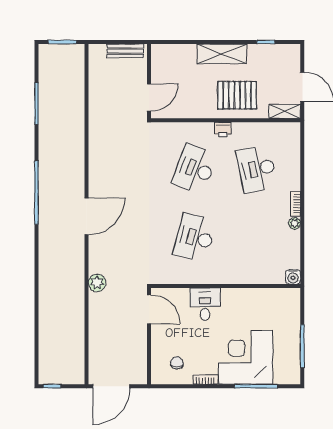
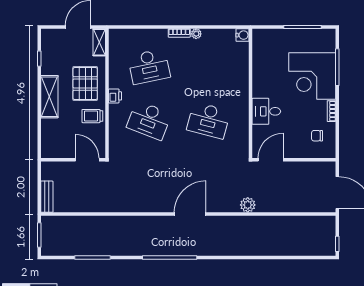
bench: (125, 51) -> (47, 197), moved
trolley: (200, 104) -> (92, 116), added
door: (86, 216) -> (190, 214), hinge flipped

